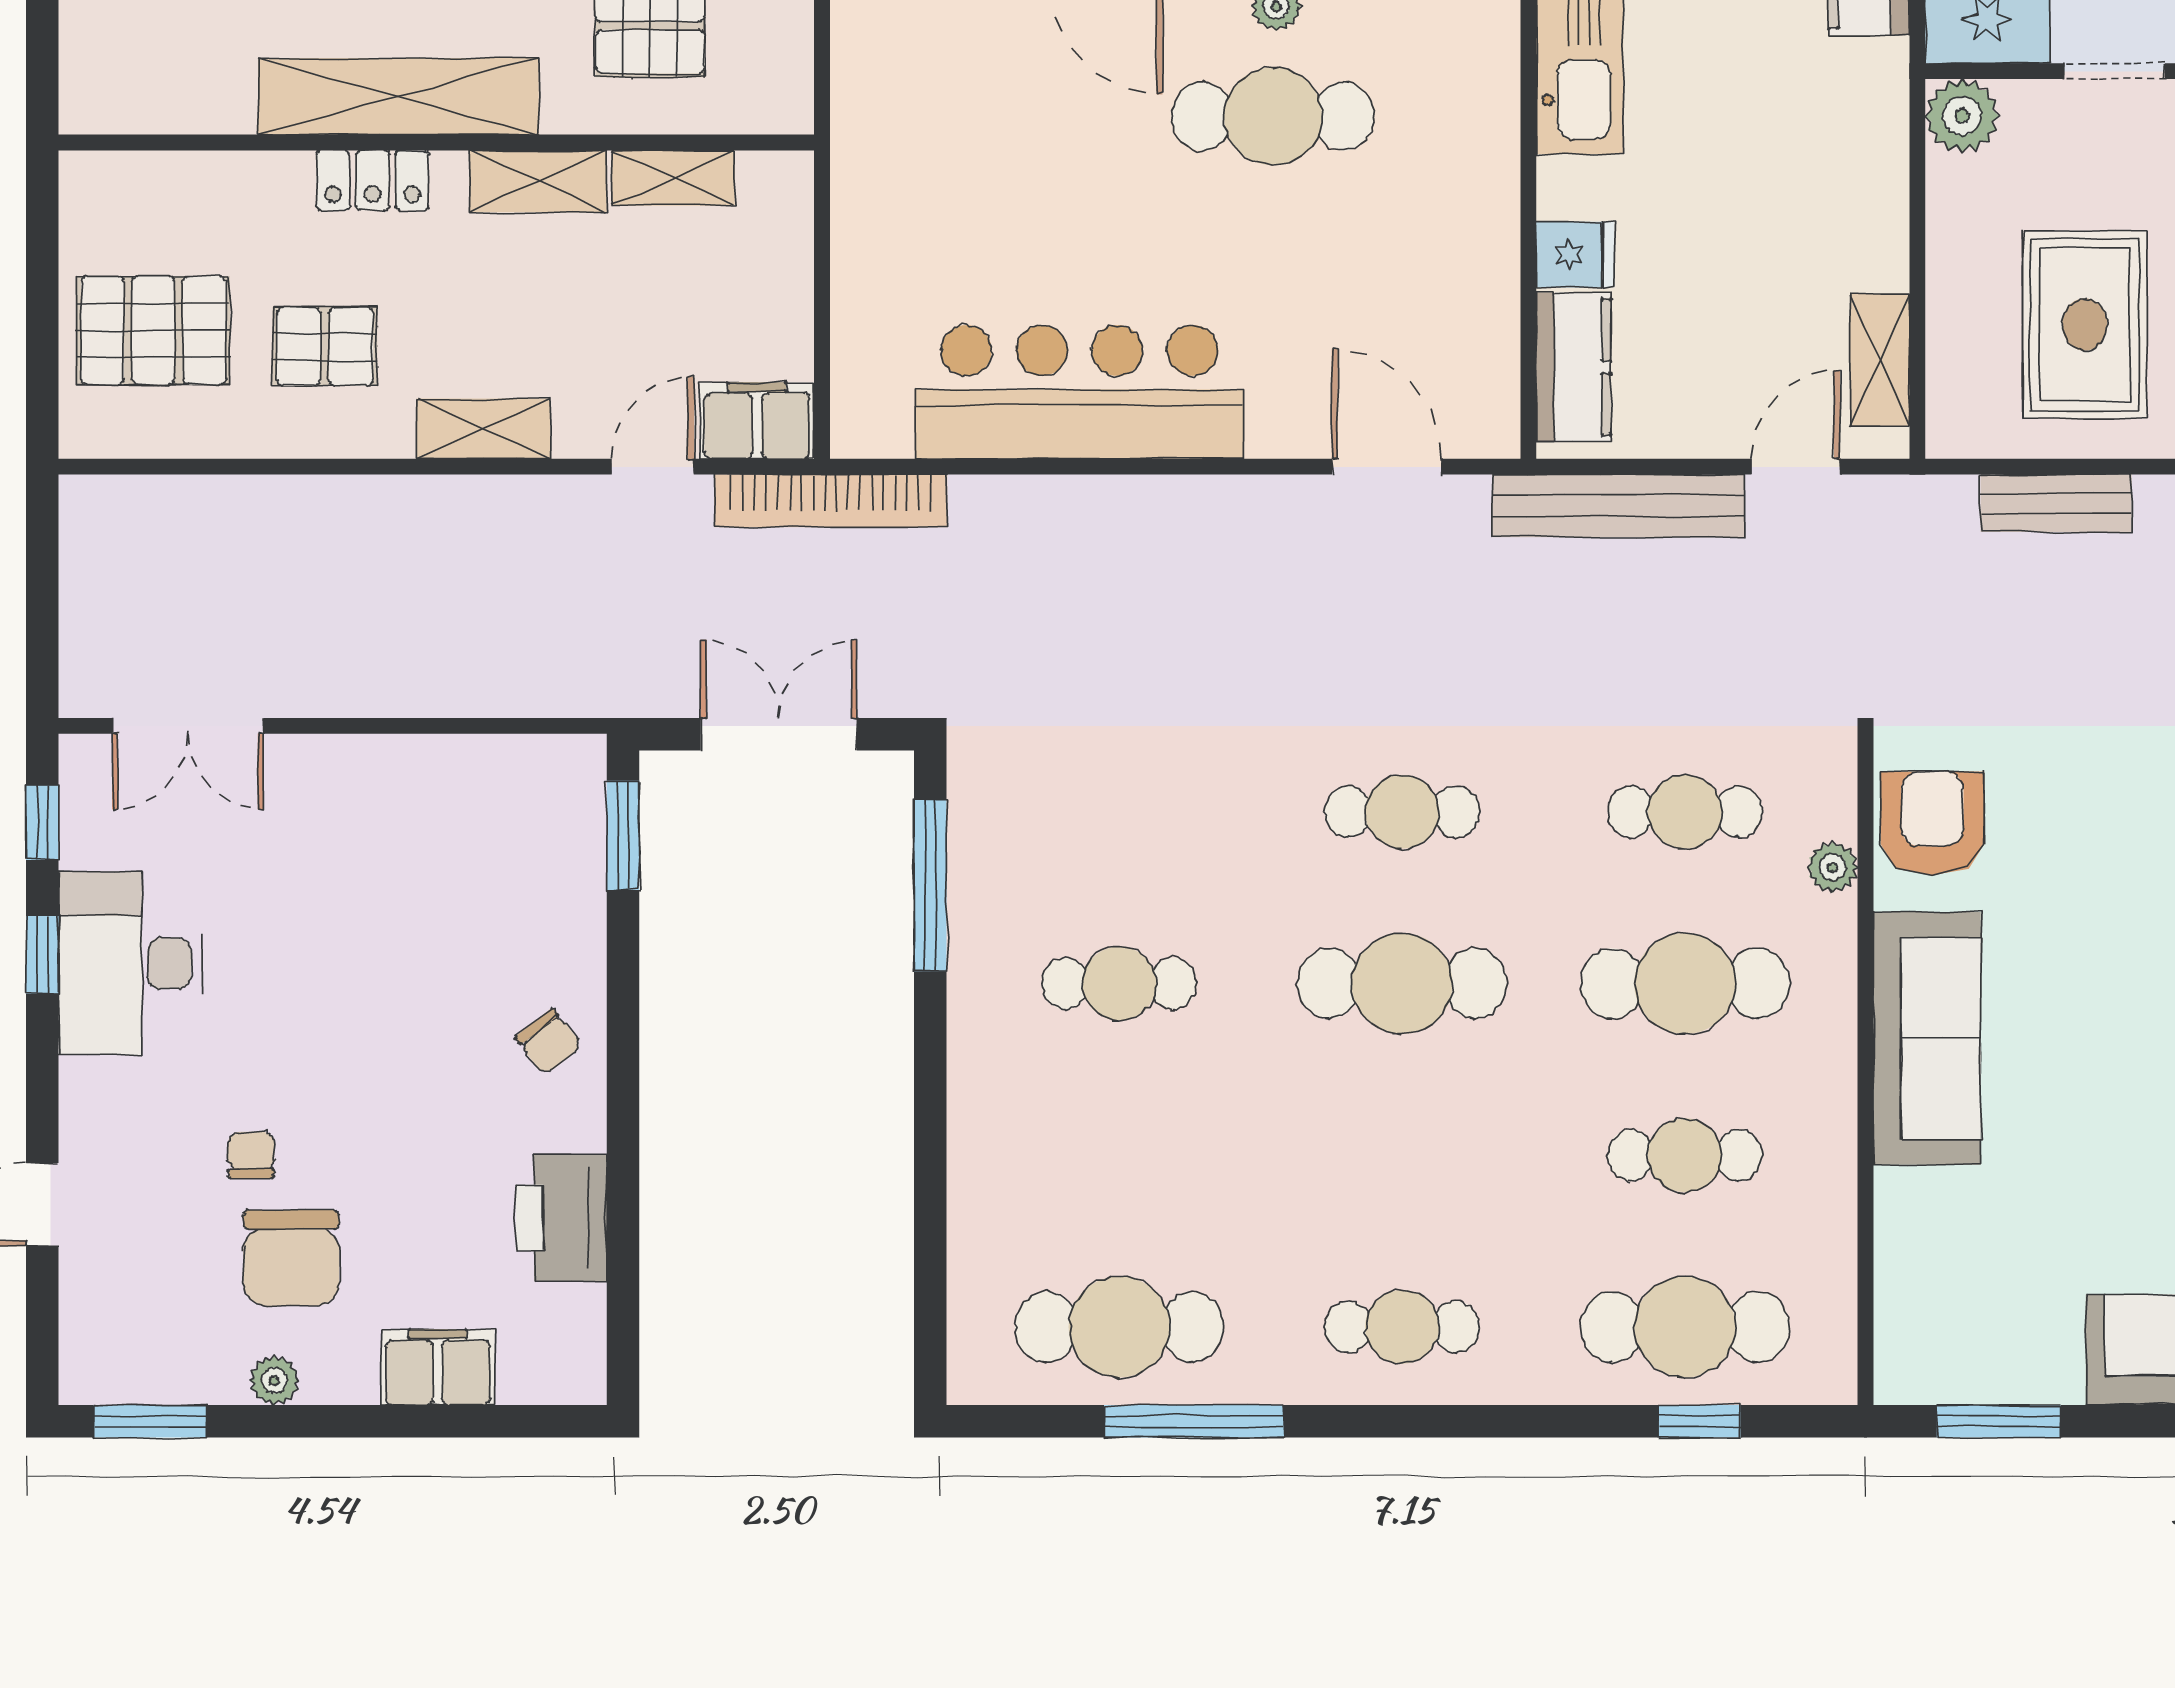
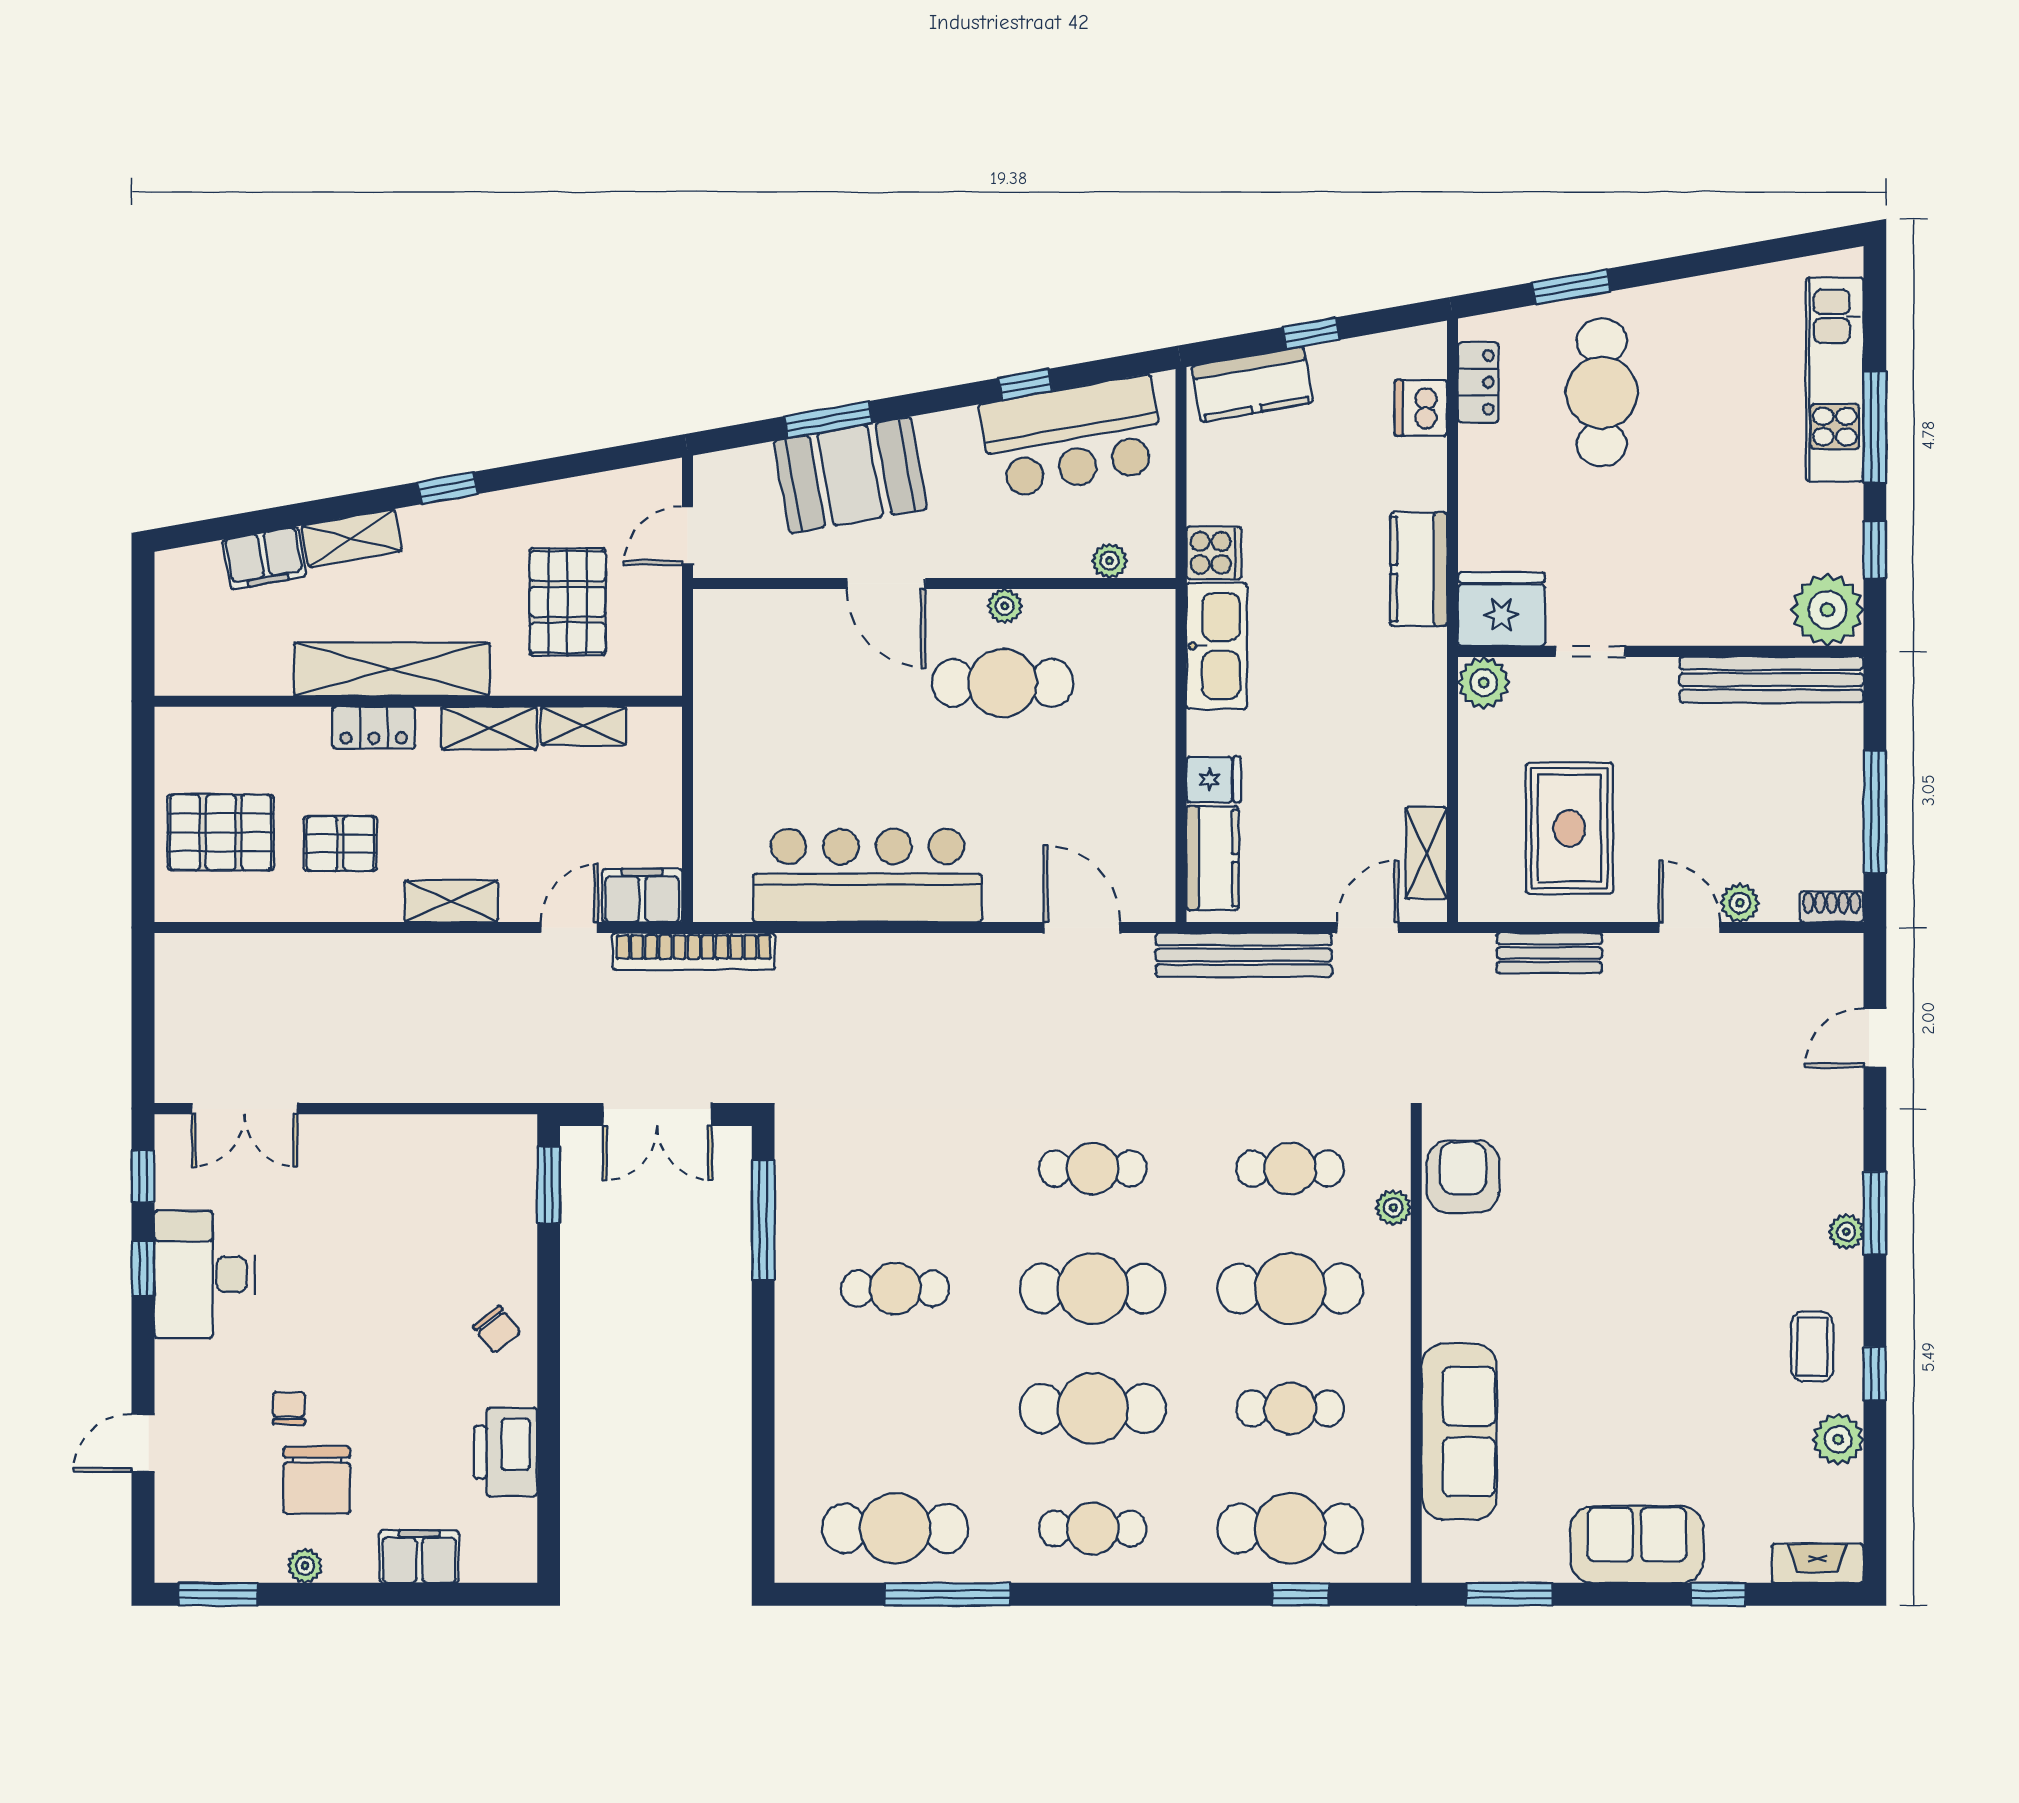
double door: (779, 734) -> (657, 1114), swing flipped
sofa: (1927, 1038) -> (1459, 1432), moved
cafe table: (1402, 1155) -> (1093, 1408), added

